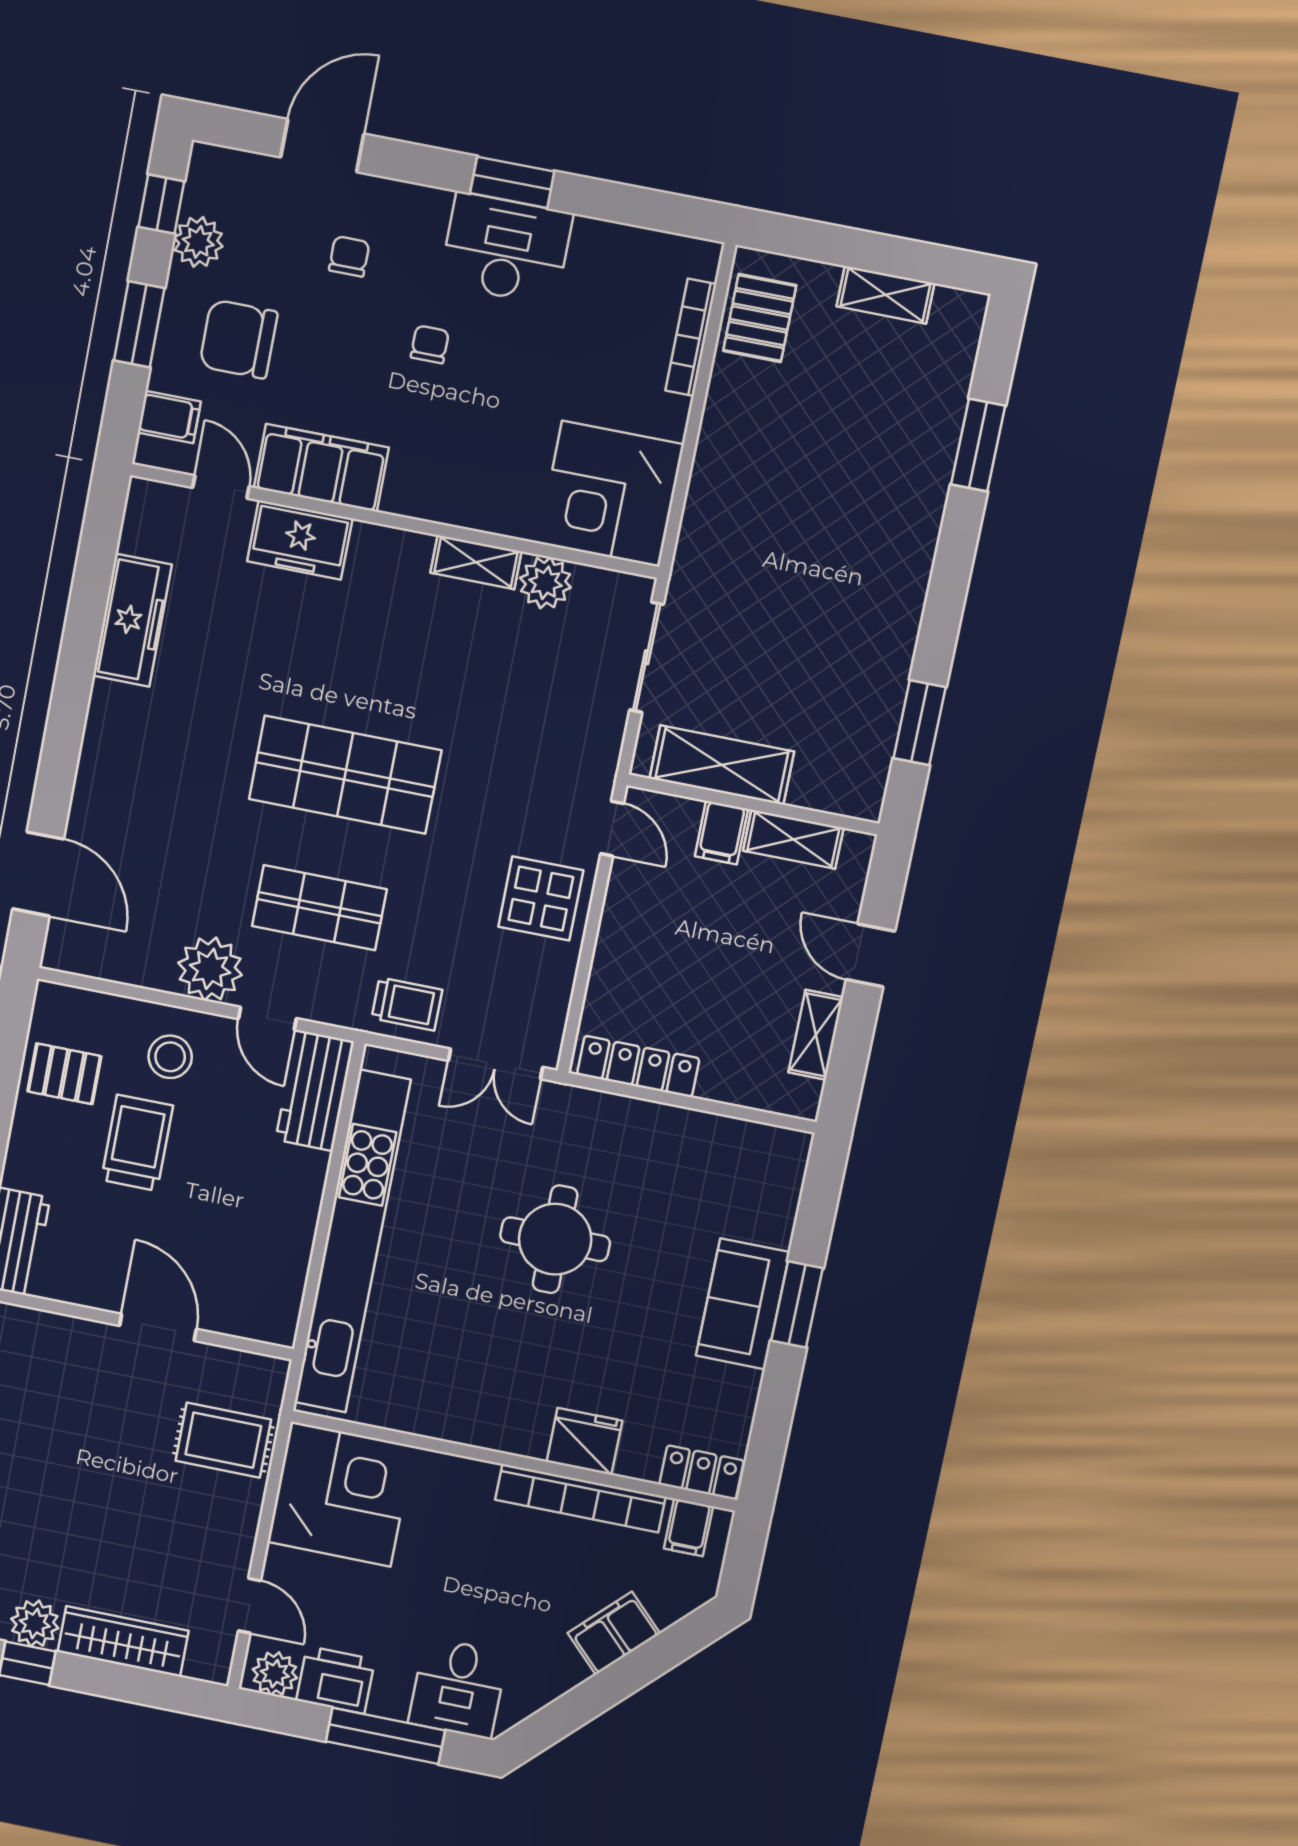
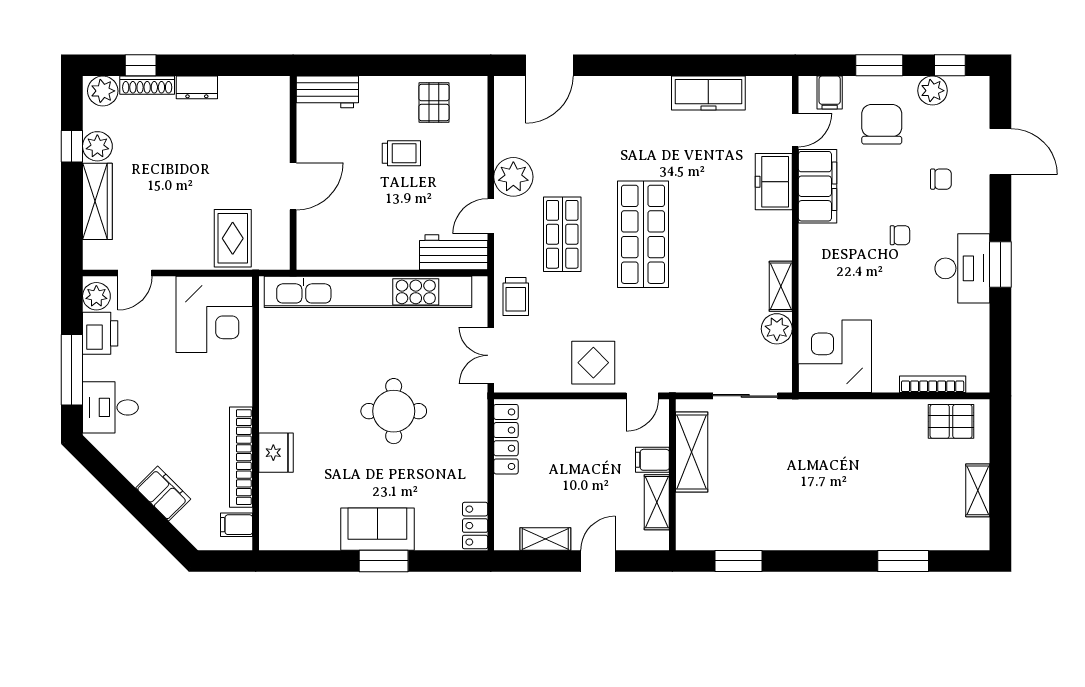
stool: (170, 1057) -> (457, 163), removed
trolley: (137, 1143) -> (401, 153), width x0.73, depth x0.72
locker: (701, 1472) -> (475, 526), moved, turned 180

